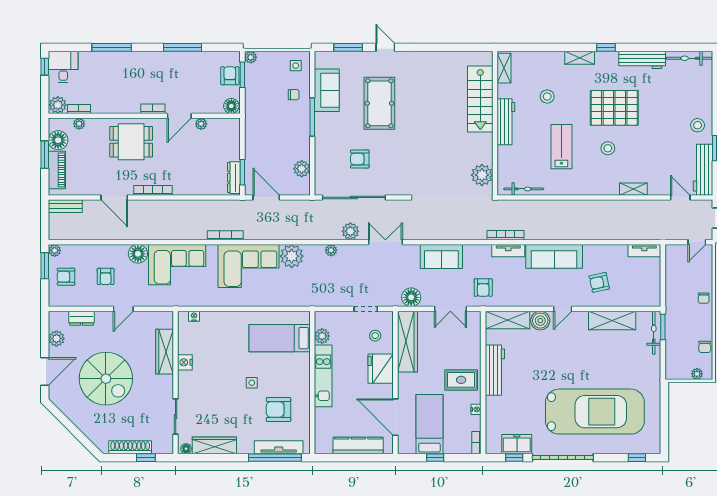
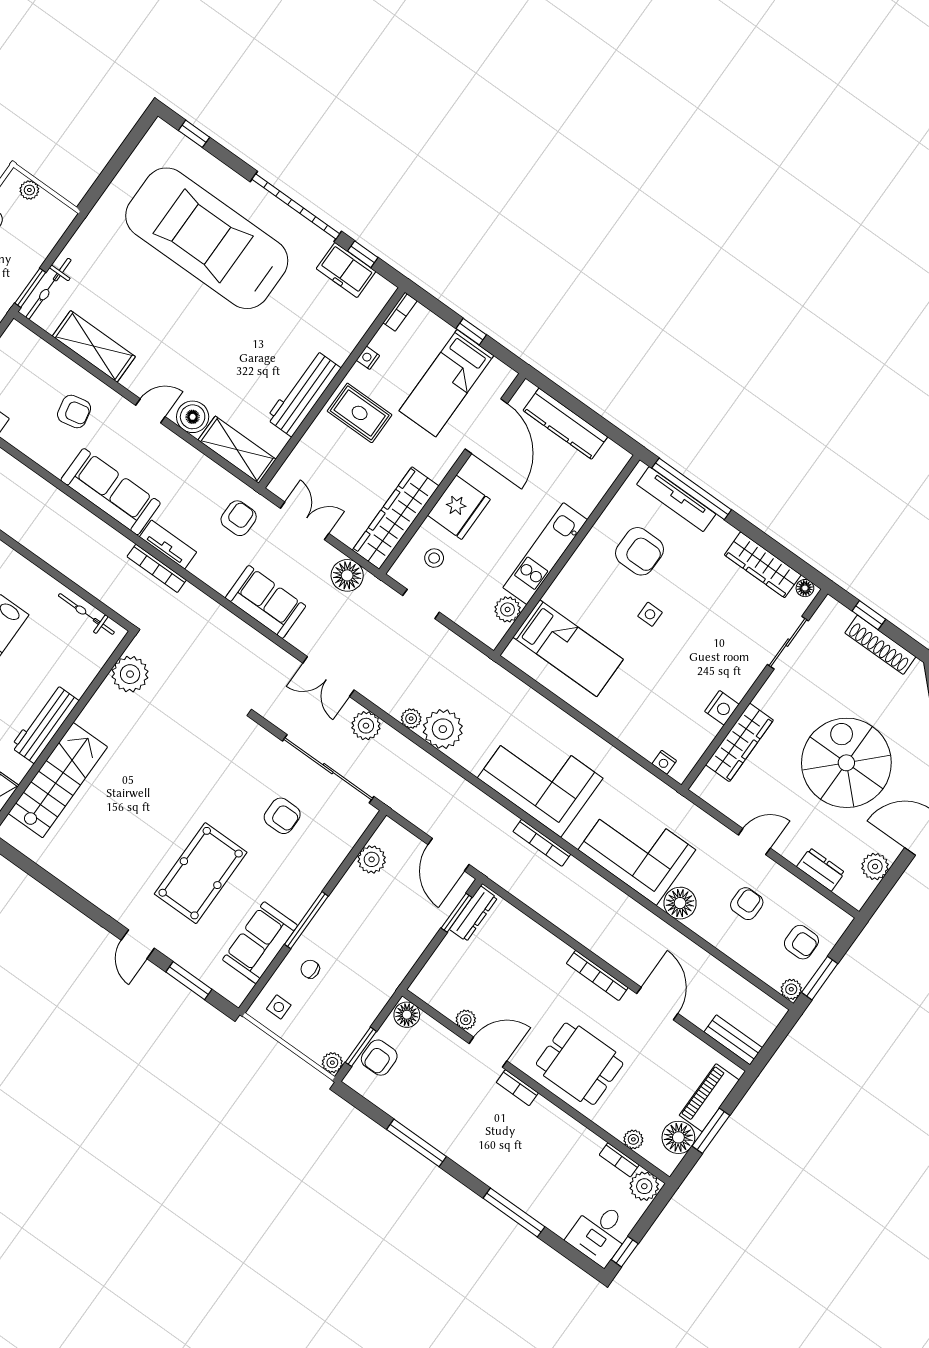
plant: (292, 256) -> (443, 729), moved

